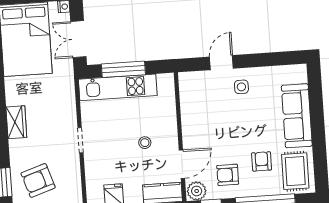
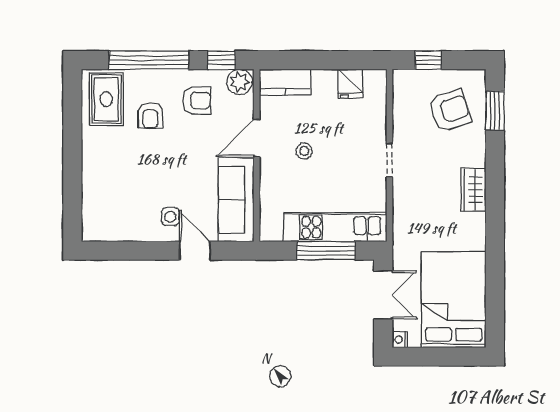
door: (221, 63) -> (195, 251), swing flipped
sofa: (297, 116) -> (236, 200), moved, turned 180
door: (182, 164) -> (257, 138), moved

